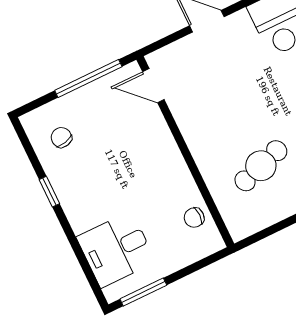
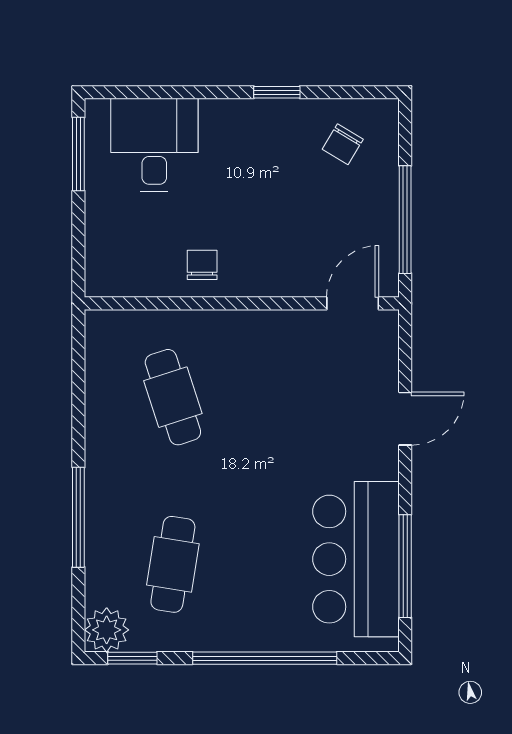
chair: (61, 137) -> (343, 144), turned 134
chair: (194, 218) -> (202, 265), moved

